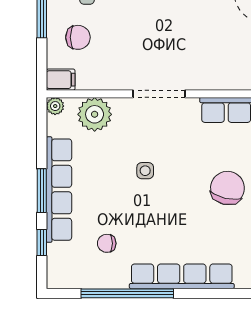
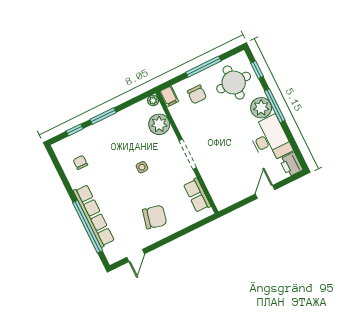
row of seats: (59, 190) -> (108, 125), removed
chair: (107, 243) -> (80, 162), moved
window: (127, 293) -> (88, 227), moved

